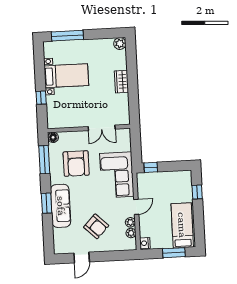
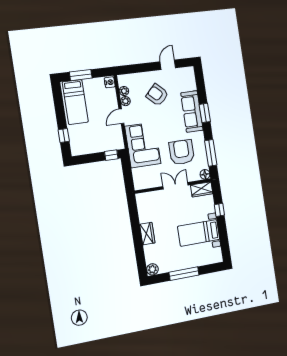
window: (67, 36) -> (184, 274), moved
wardrobe: (58, 122) -> (202, 189), added
double door: (102, 128) -> (176, 186), moved

